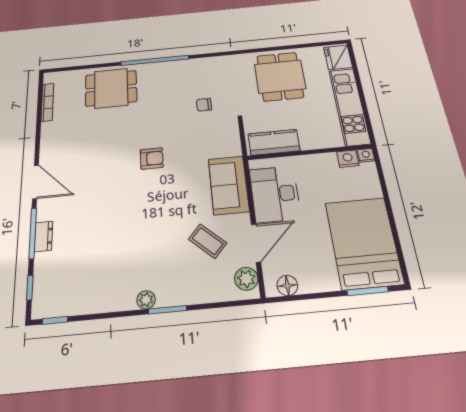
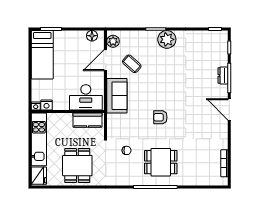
dining table: (111, 88) -> (161, 162), moved
desk: (275, 194) -> (86, 97), moved, turned 90
bed: (364, 243) -> (42, 55), width x0.67
plant: (146, 300) -> (167, 39), width x1.88, depth x1.88

